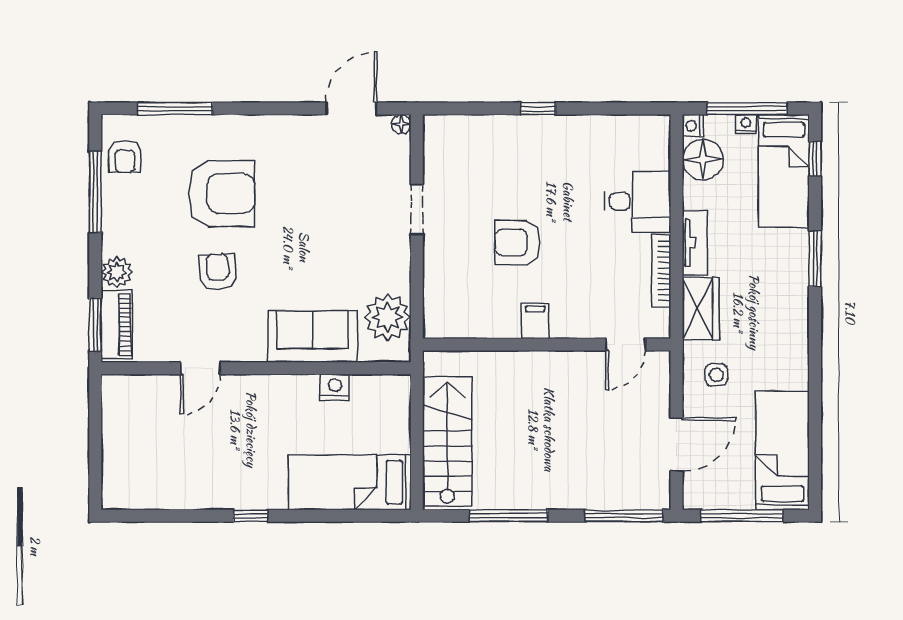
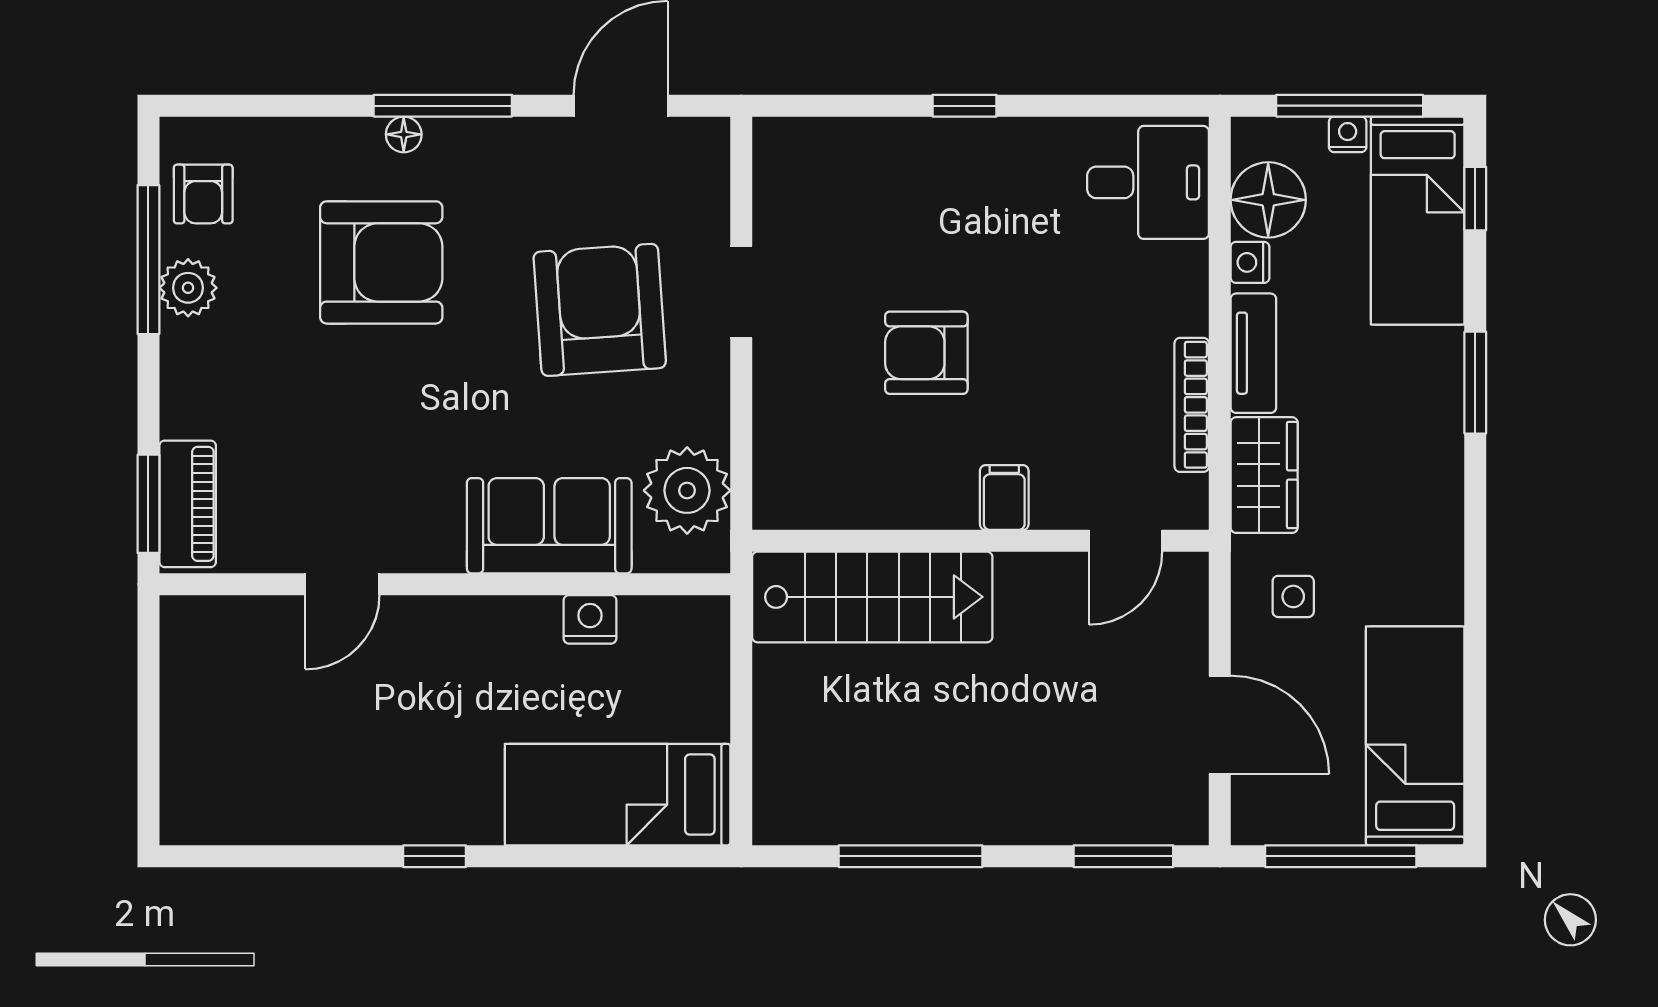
window: (175, 109) -> (443, 106), moved
floor lamp: (401, 124) -> (404, 134), moved
nightstand: (693, 126) -> (1250, 262), moved
desk: (637, 201) -> (1148, 182), moved
plant: (117, 272) -> (188, 288), moved
armchair: (218, 272) -> (600, 310), moved, width x1.88, depth x1.88
filing cabinet: (535, 321) -> (1004, 498), moved
stairs: (447, 441) -> (872, 597), moved, turned 90
door: (676, 444) -> (1220, 725), hinge flipped
window: (624, 516) -> (1123, 856), width x0.69

